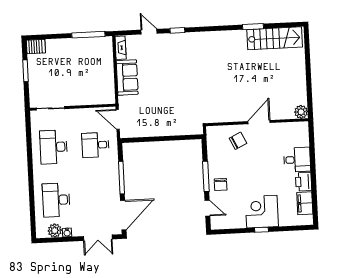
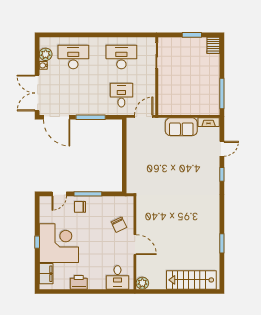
stairs: (275, 38) -> (191, 280), moved, turned 90
desk: (297, 160) -> (118, 277), moved
filing cabinet: (305, 203) -> (46, 274), moved, turned 90
corner desk: (262, 212) -> (59, 243), width x1.36, depth x1.36
double door: (98, 238) -> (37, 93), width x1.37

